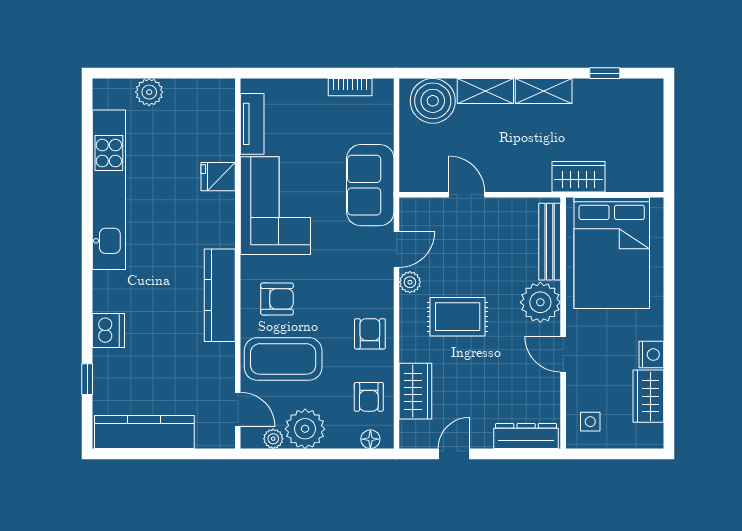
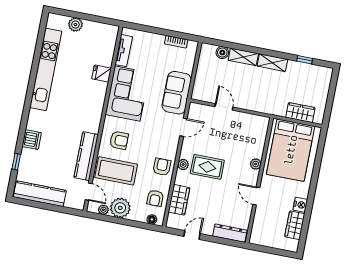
boiler: (433, 101) -> (222, 53), width x0.54, depth x0.54
wardrobe: (579, 177) -> (300, 113), moved
bench: (550, 242) -> (261, 138), removed
plant: (410, 282) -> (183, 165), moved
kitchen counter: (220, 295) -> (86, 156), moved
plant: (540, 302) -> (256, 164), width x0.53, depth x0.53
side table: (590, 422) -> (263, 232), removed

